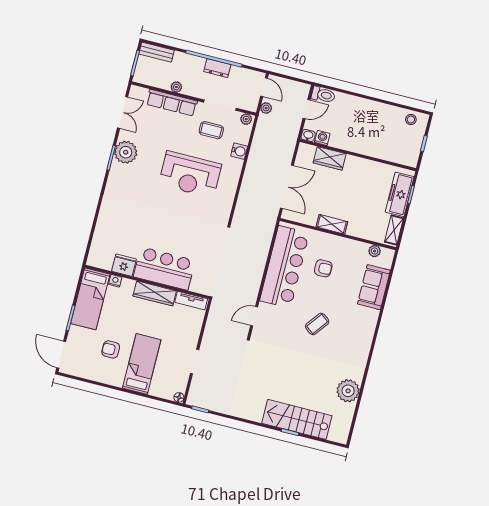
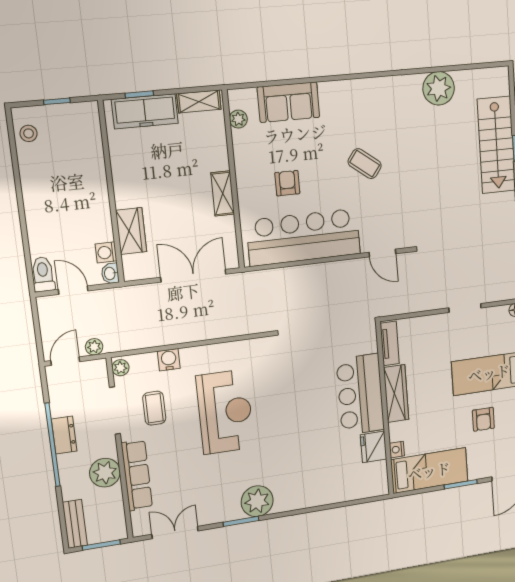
plant: (176, 87) -> (105, 473), width x1.87, depth x1.87
plant: (126, 152) -> (257, 501), moved

